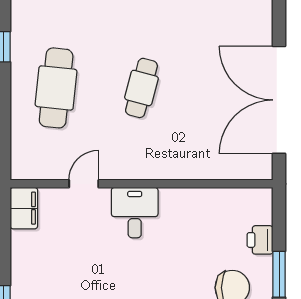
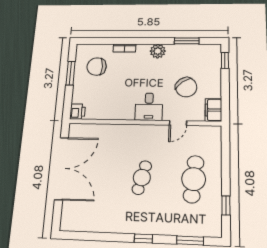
printer: (260, 240) -> (77, 112), moved
chair: (71, 249) -> (186, 87), added

